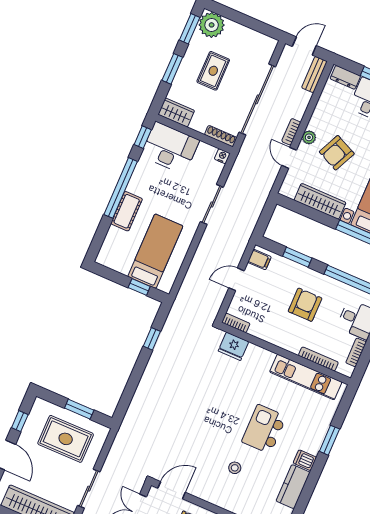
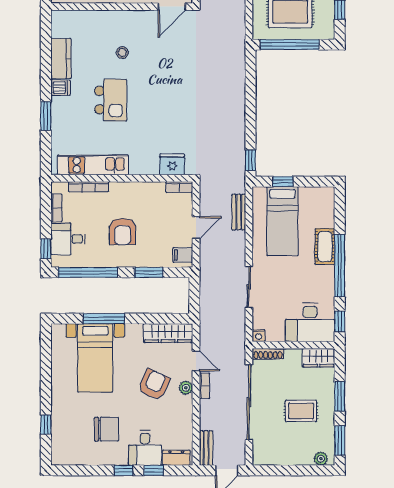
plant: (212, 25) -> (321, 459), width x0.53, depth x0.53
rug: (213, 71) -> (301, 411), turned 90
wardrobe: (320, 201) -> (168, 333), moved
bench: (192, 277) -> (239, 212), added
window: (152, 339) -> (251, 160), moved
window: (79, 409) -> (290, 45), width x2.11

